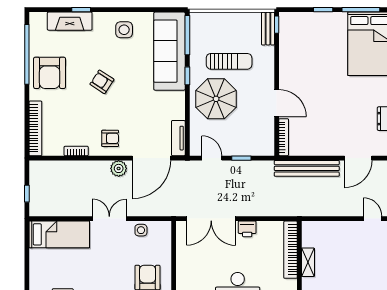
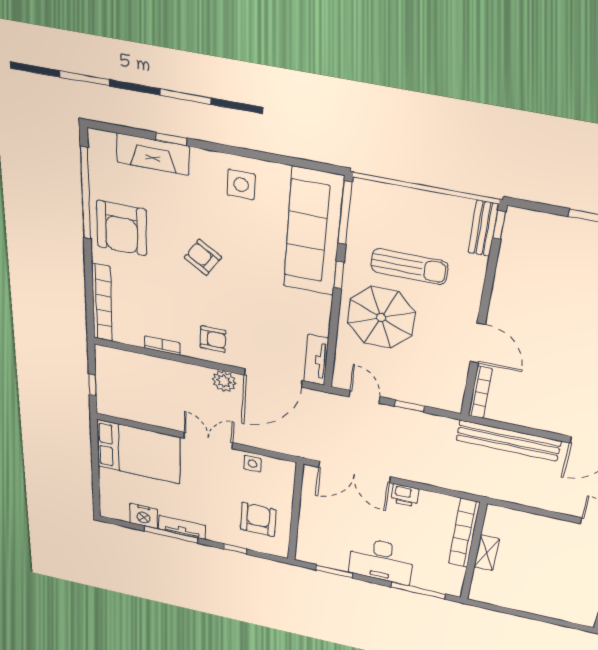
bed: (59, 234) -> (138, 452), width x1.50

